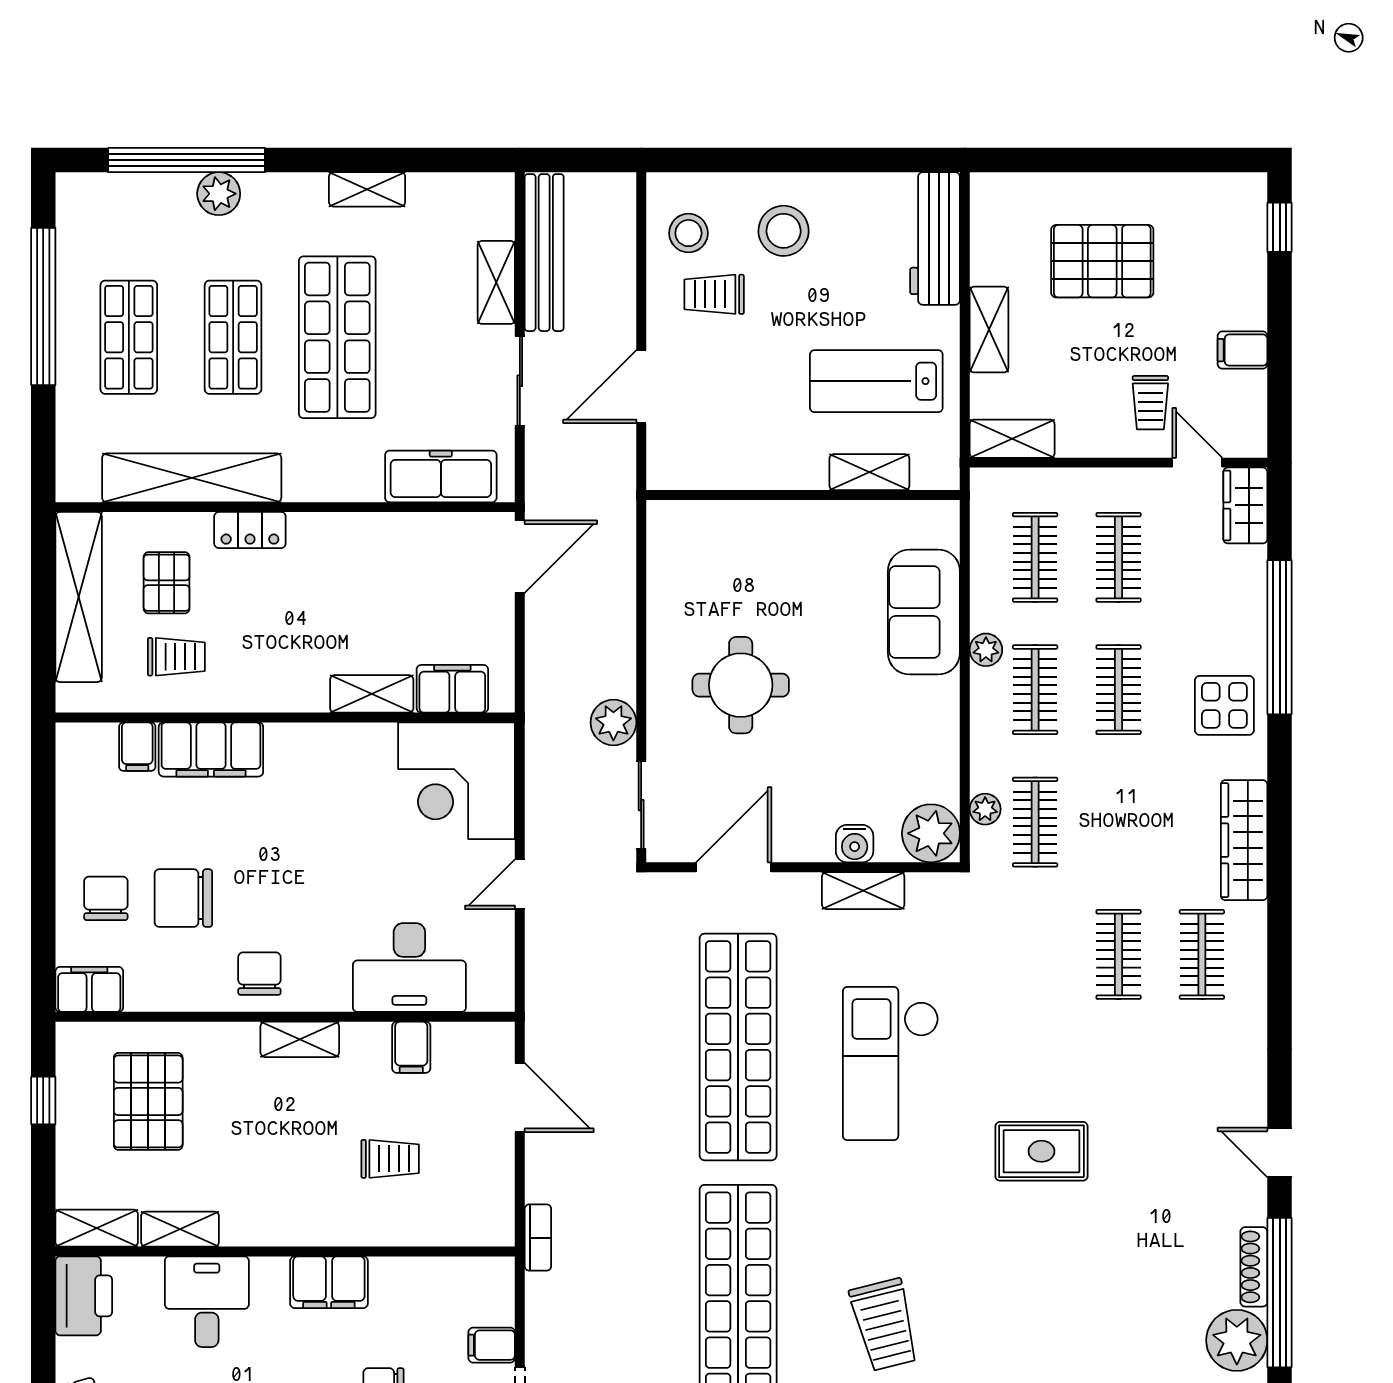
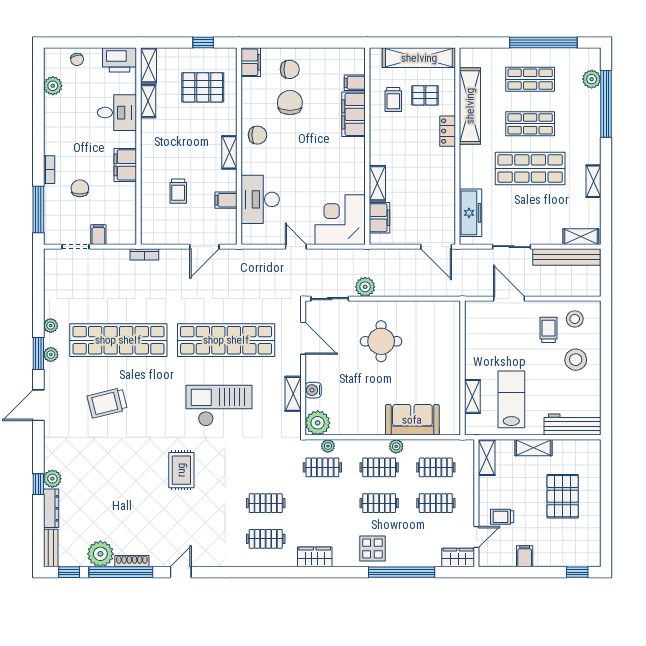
plant: (219, 194) -> (592, 79), moved
shelving: (496, 282) -> (581, 237), moved
wardrobe: (1244, 840) -> (315, 557), width x0.67

